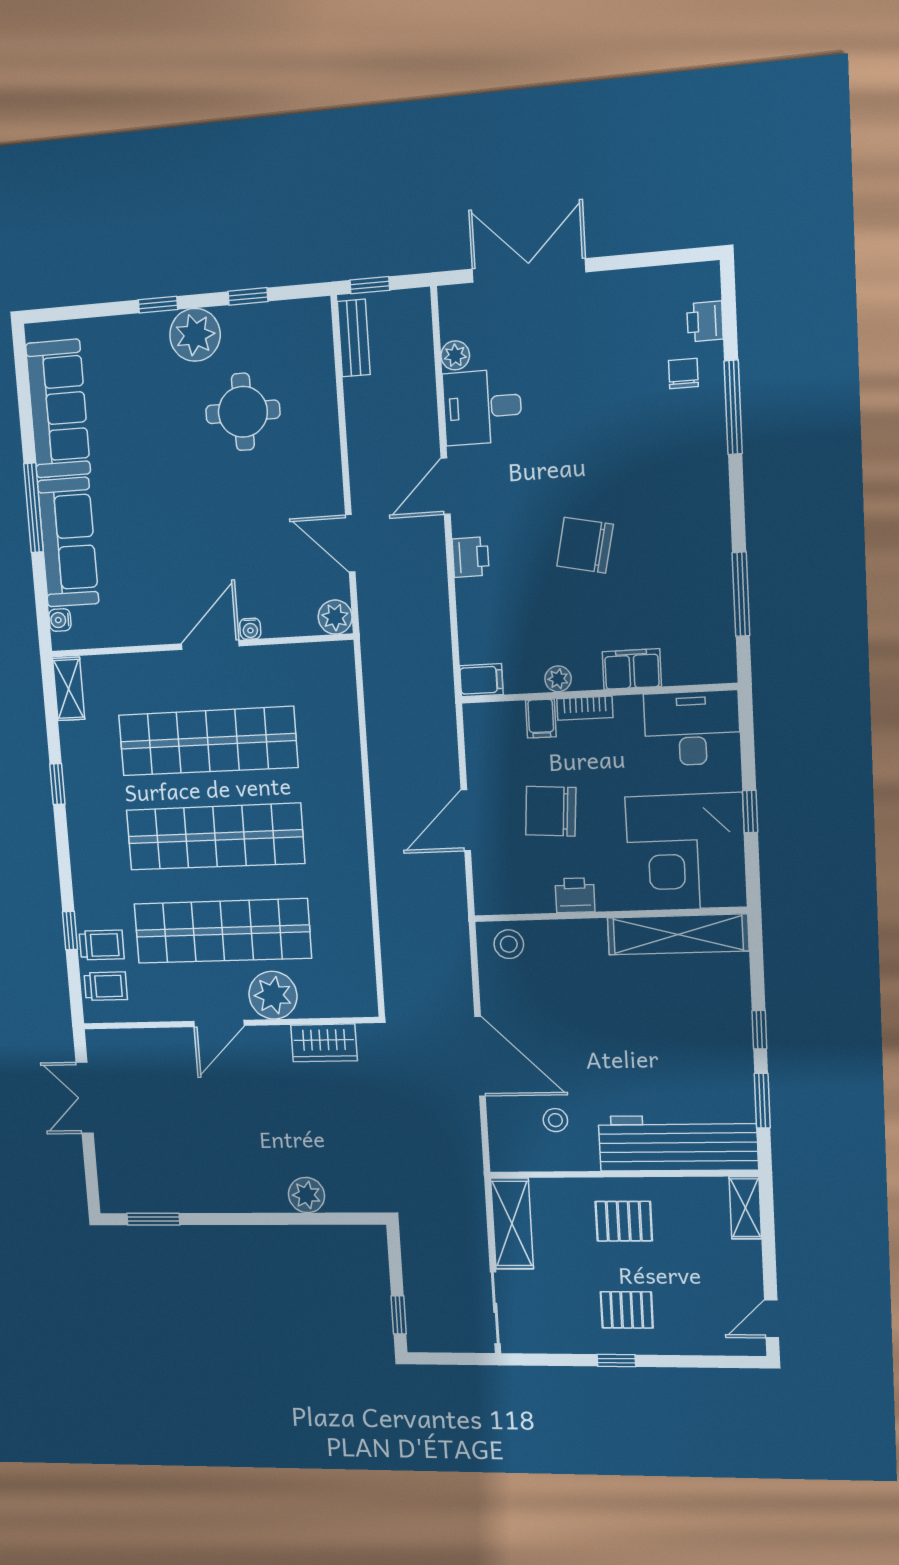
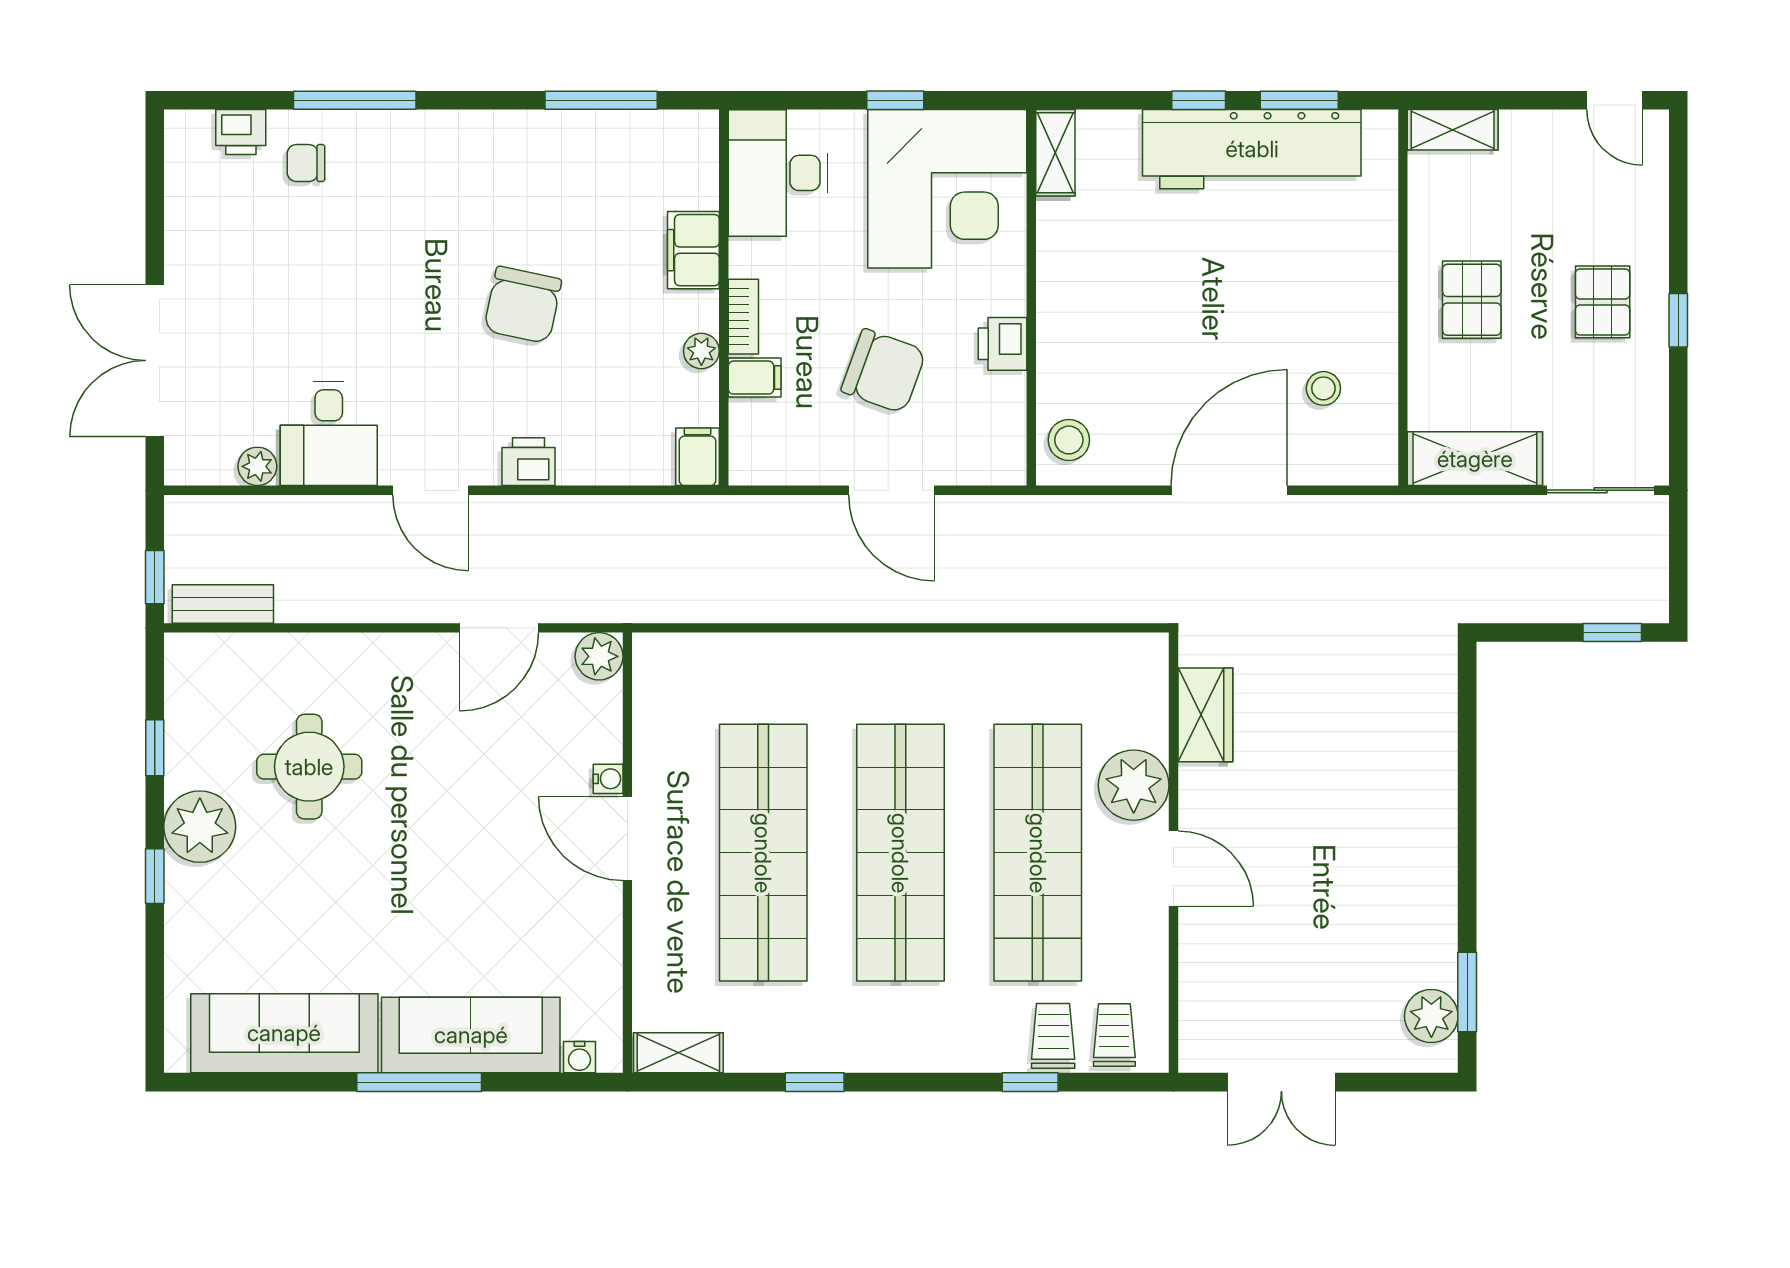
chair: (551, 811) -> (884, 371), turned -74
shelving: (678, 934) -> (1055, 153), width x0.45, depth x0.75
workbench: (678, 1143) -> (1252, 149), moved, turned -90
plant: (307, 1195) -> (1431, 1016), moved

